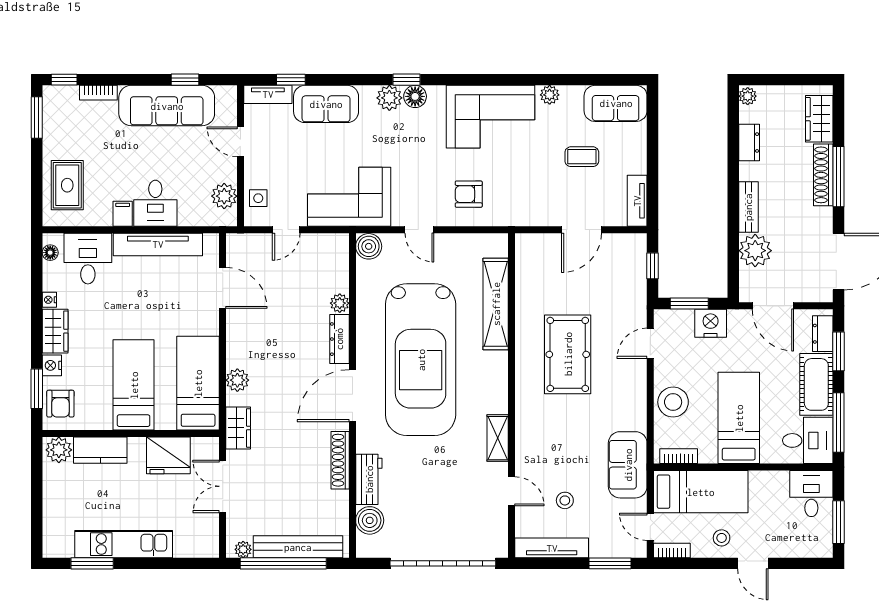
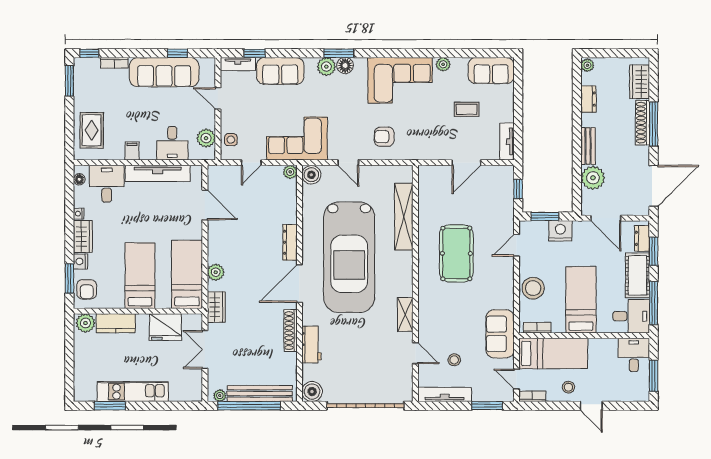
window: (407, 80) -> (339, 53), width x1.50
desk: (155, 203) -> (172, 143), moved
plant: (340, 303) -> (290, 172), moved
boiler: (370, 520) -> (312, 392), moved

